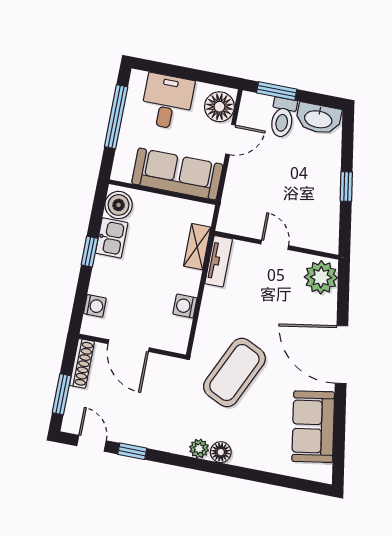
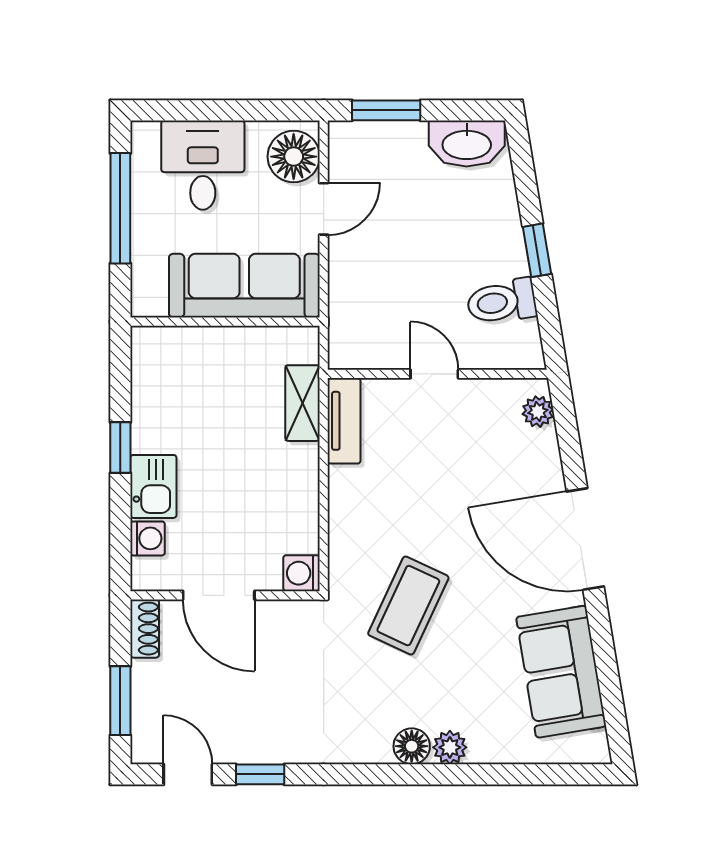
toilet: (283, 118) -> (502, 302), moved, turned 81
boiler: (119, 205) -> (154, 358), removed
kitchen sink: (112, 238) -> (153, 486), moved
plant: (321, 277) -> (538, 412), width x0.53, depth x0.53
washing machine: (185, 306) -> (302, 573), moved
shoe rack: (82, 363) -> (145, 629), width x0.70
coffee table: (234, 372) -> (408, 606), width x0.73, depth x0.76
plant: (199, 449) -> (450, 747), moved

